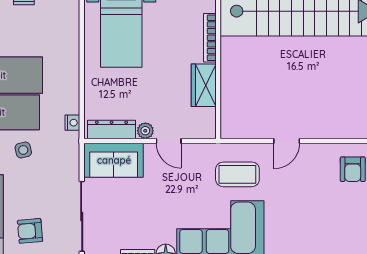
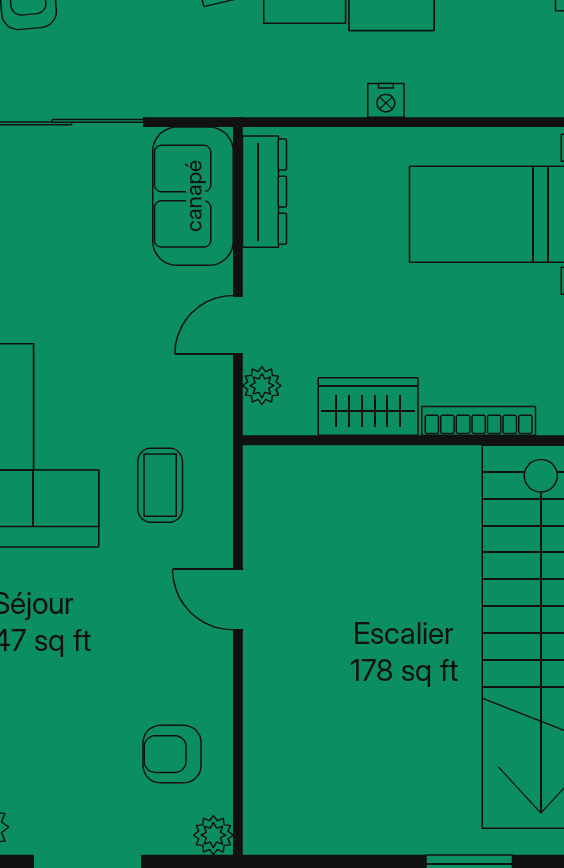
nightstand: (72, 123) -> (386, 100), moved
plant: (145, 131) -> (262, 386), moved
coffee table: (237, 174) -> (160, 485), width x0.73, depth x0.77

